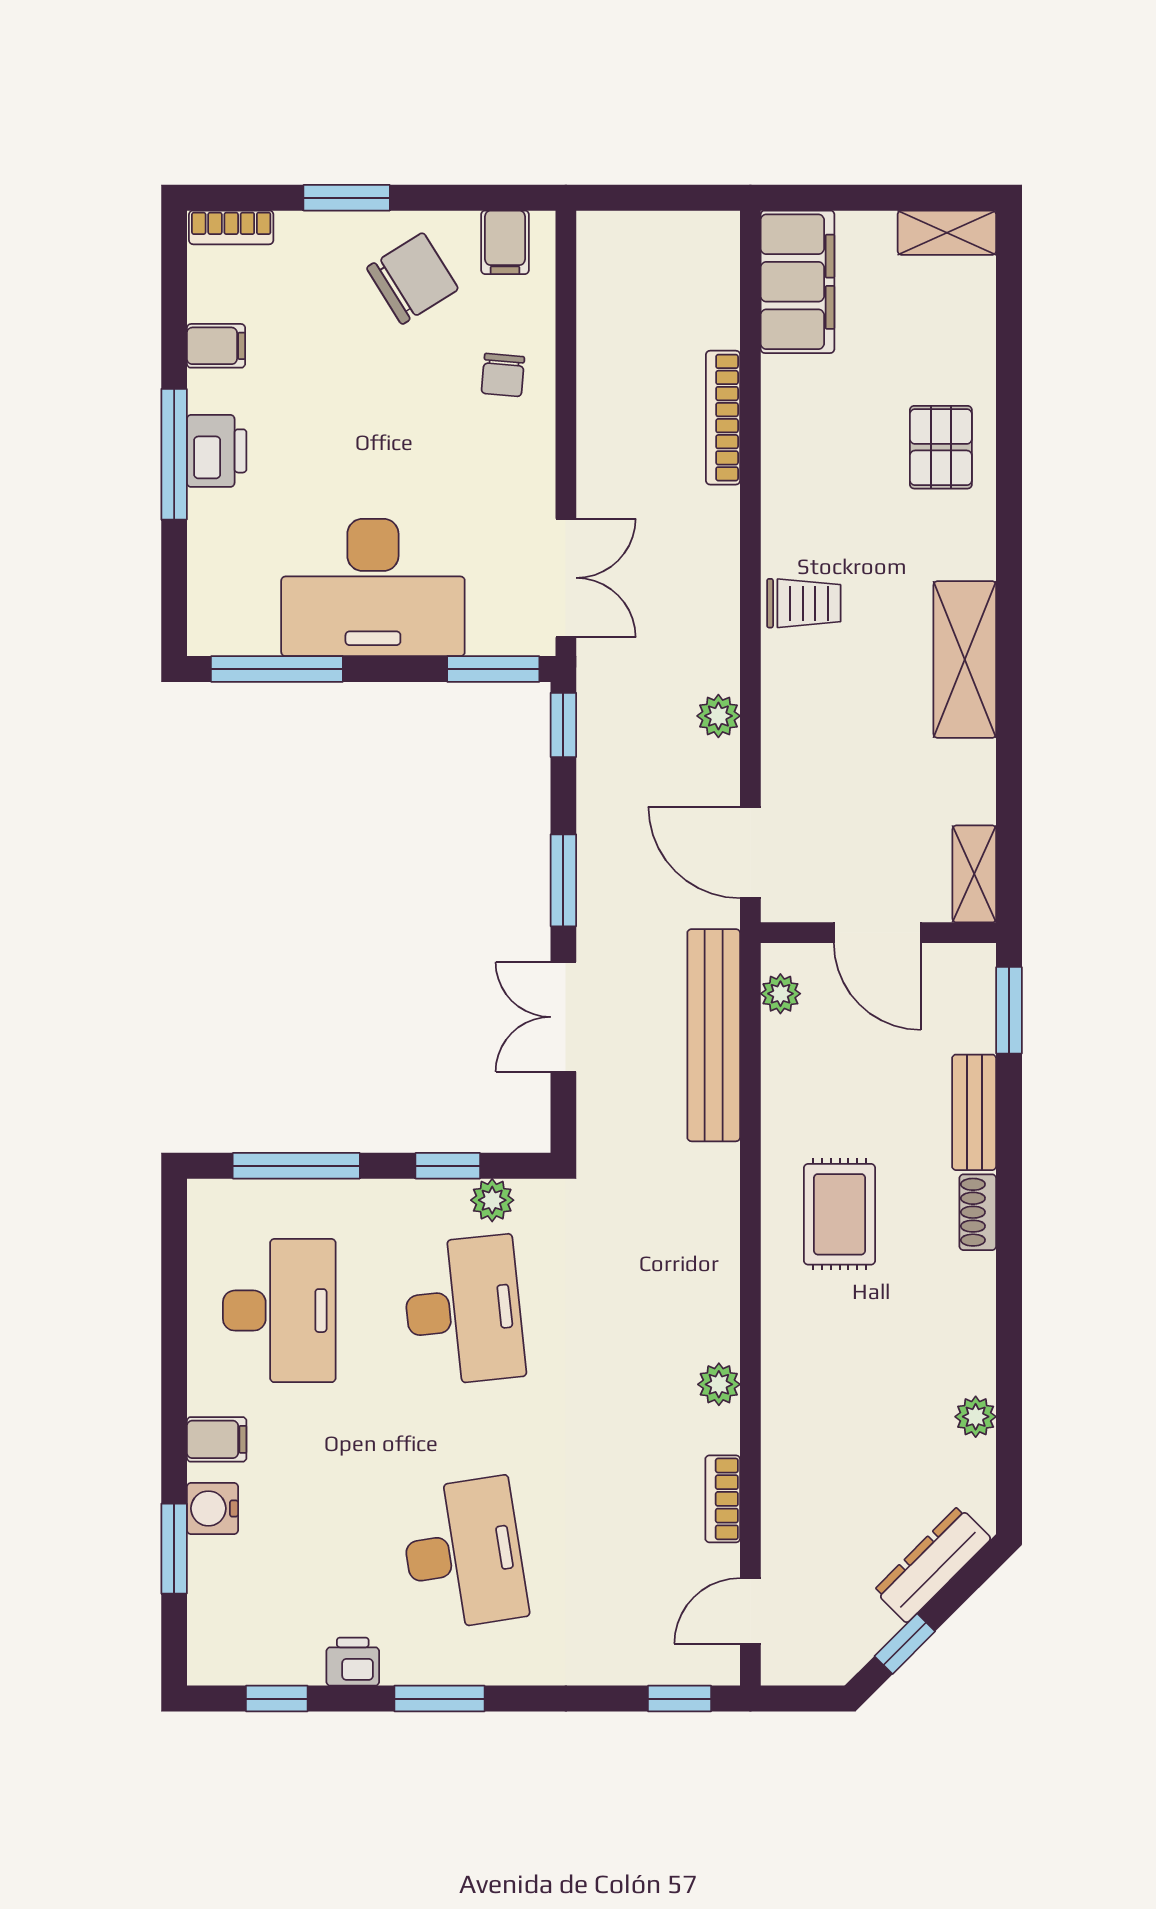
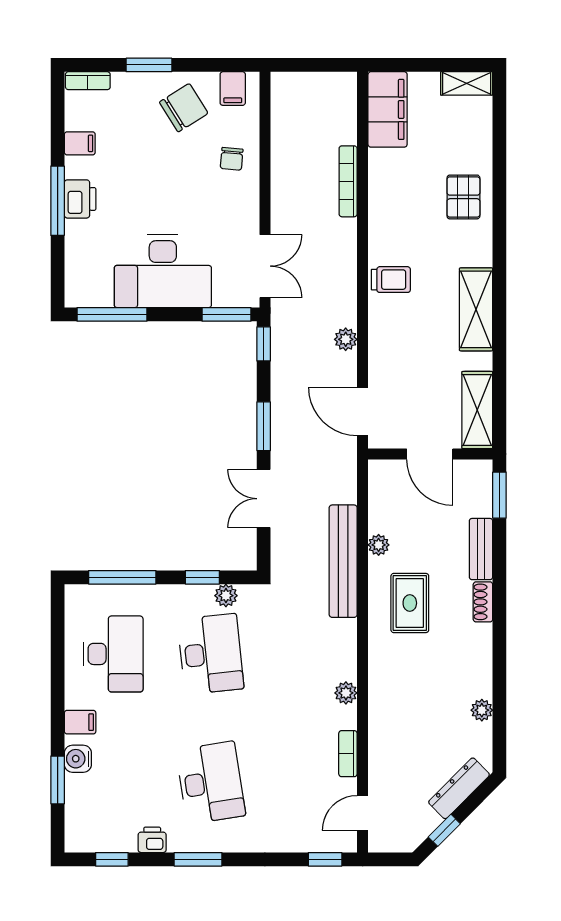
shelving: (974, 874) -> (477, 410), width x1.50, depth x1.33
plant: (780, 994) -> (379, 545), moved
bench: (714, 1035) -> (343, 561), moved

